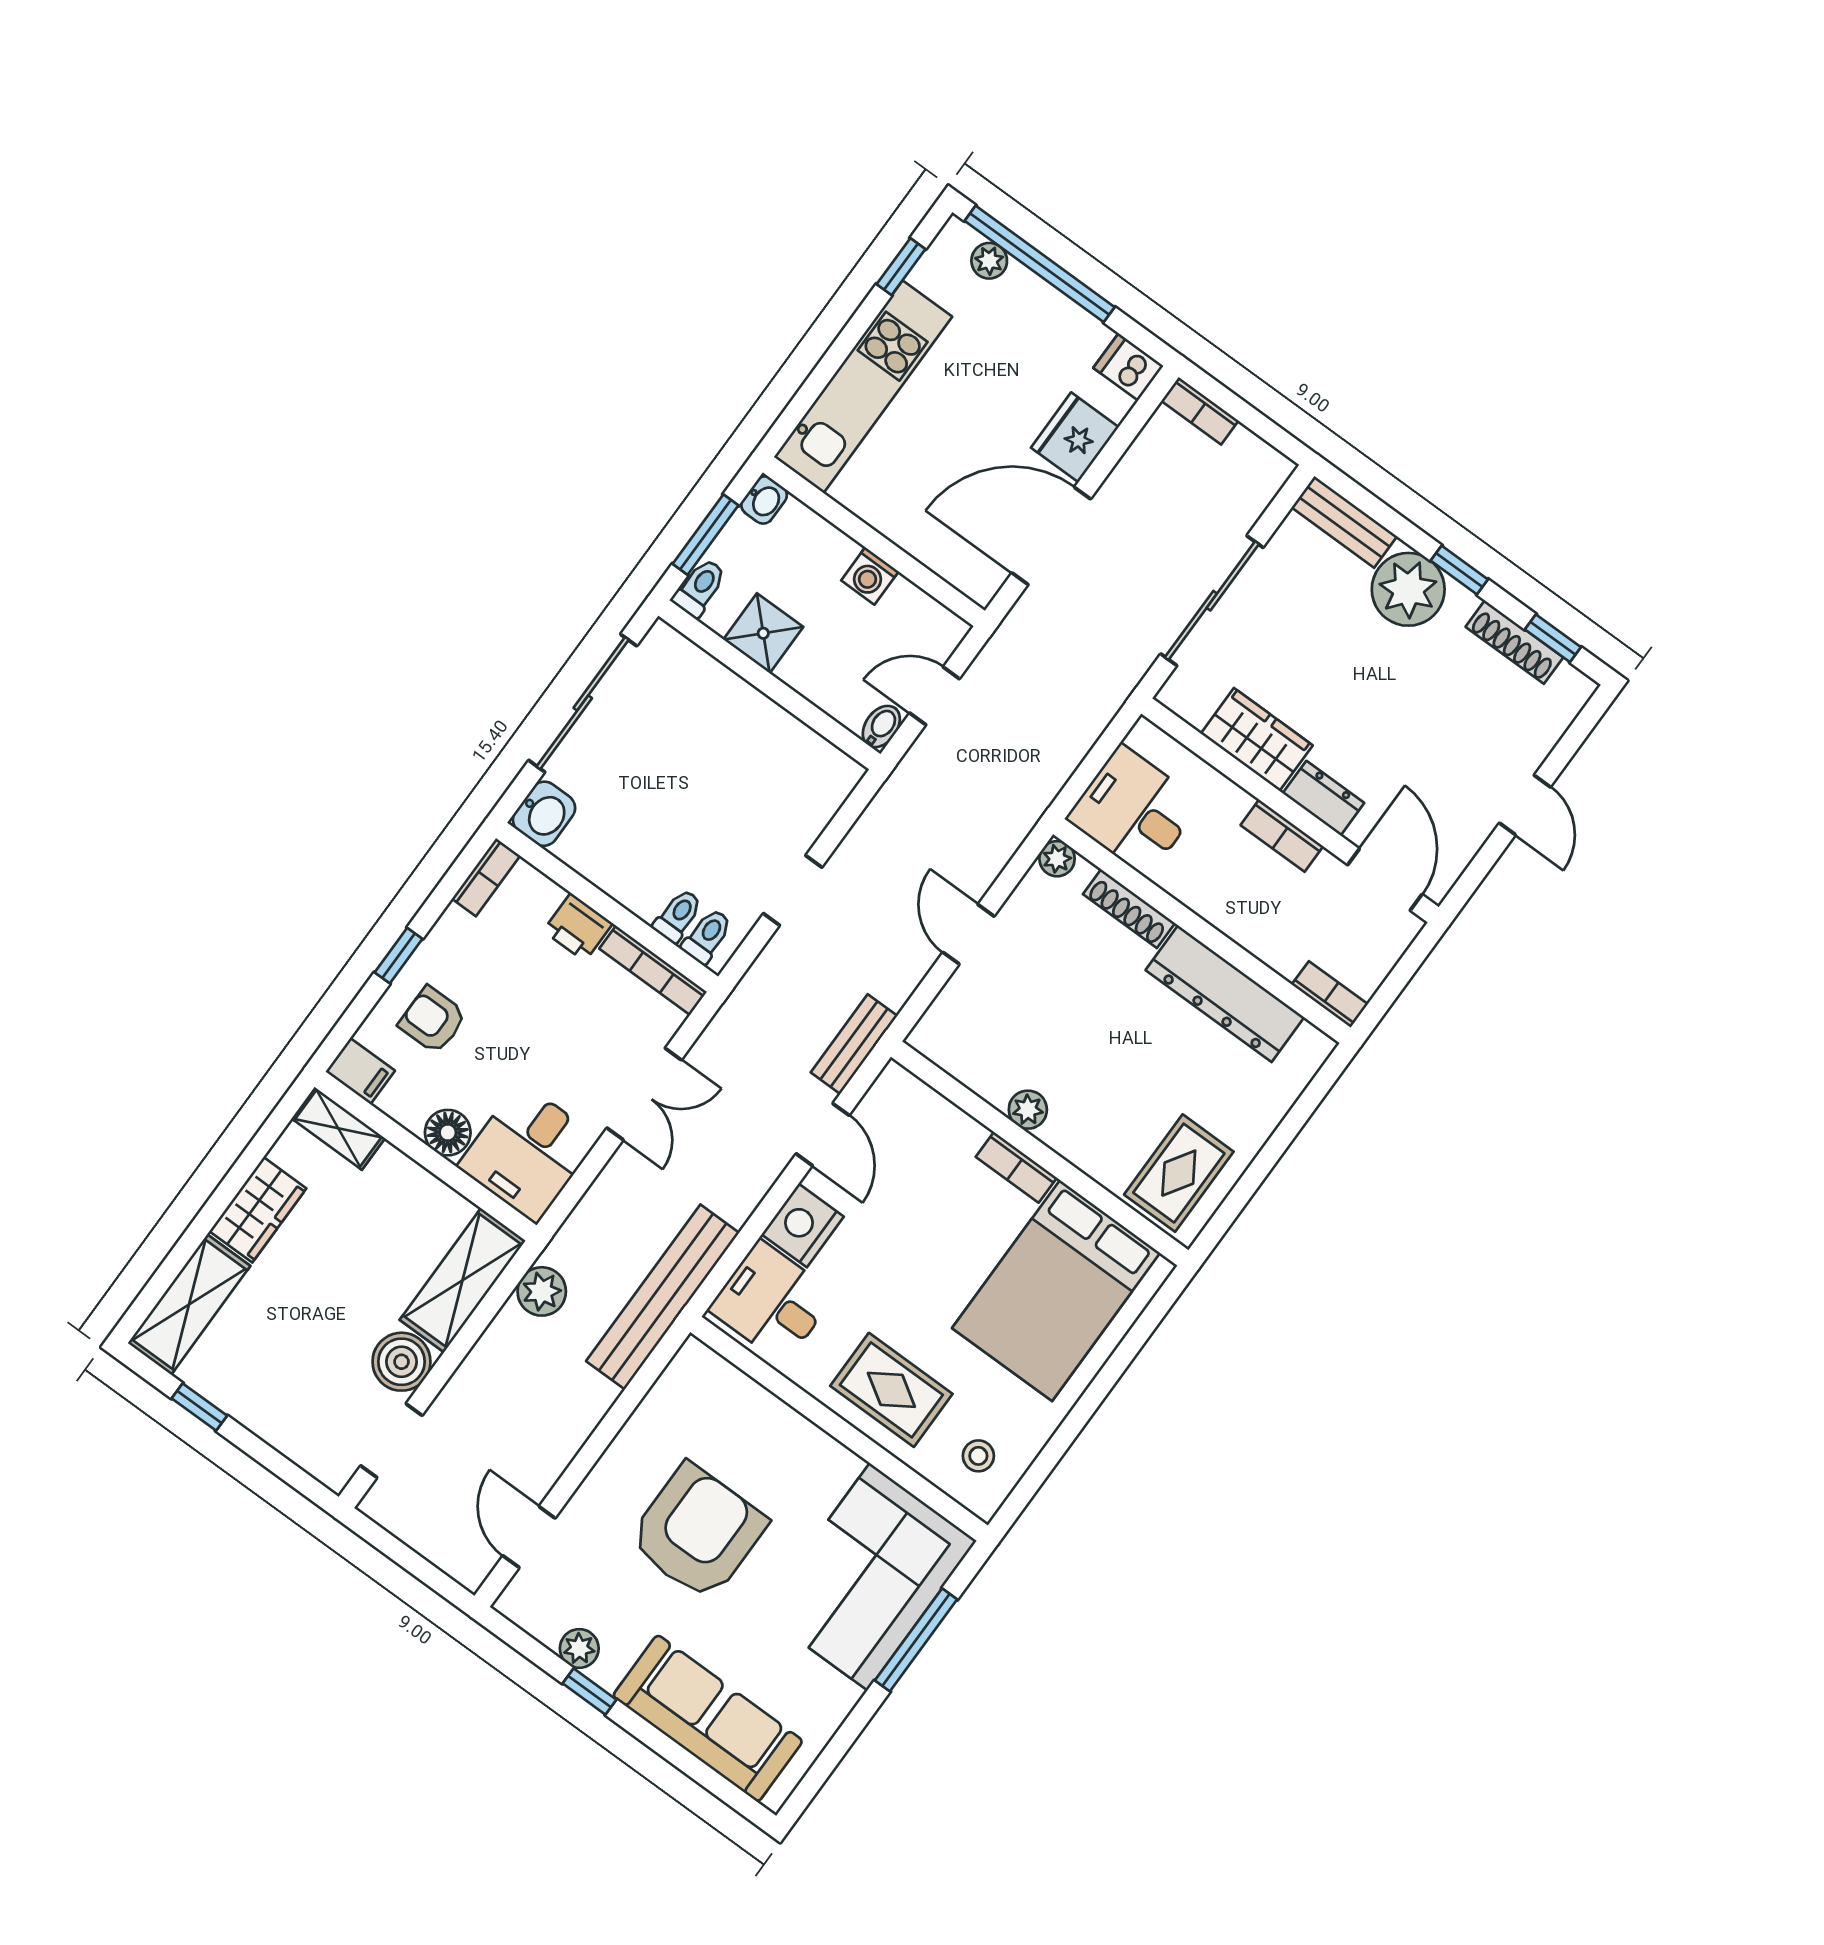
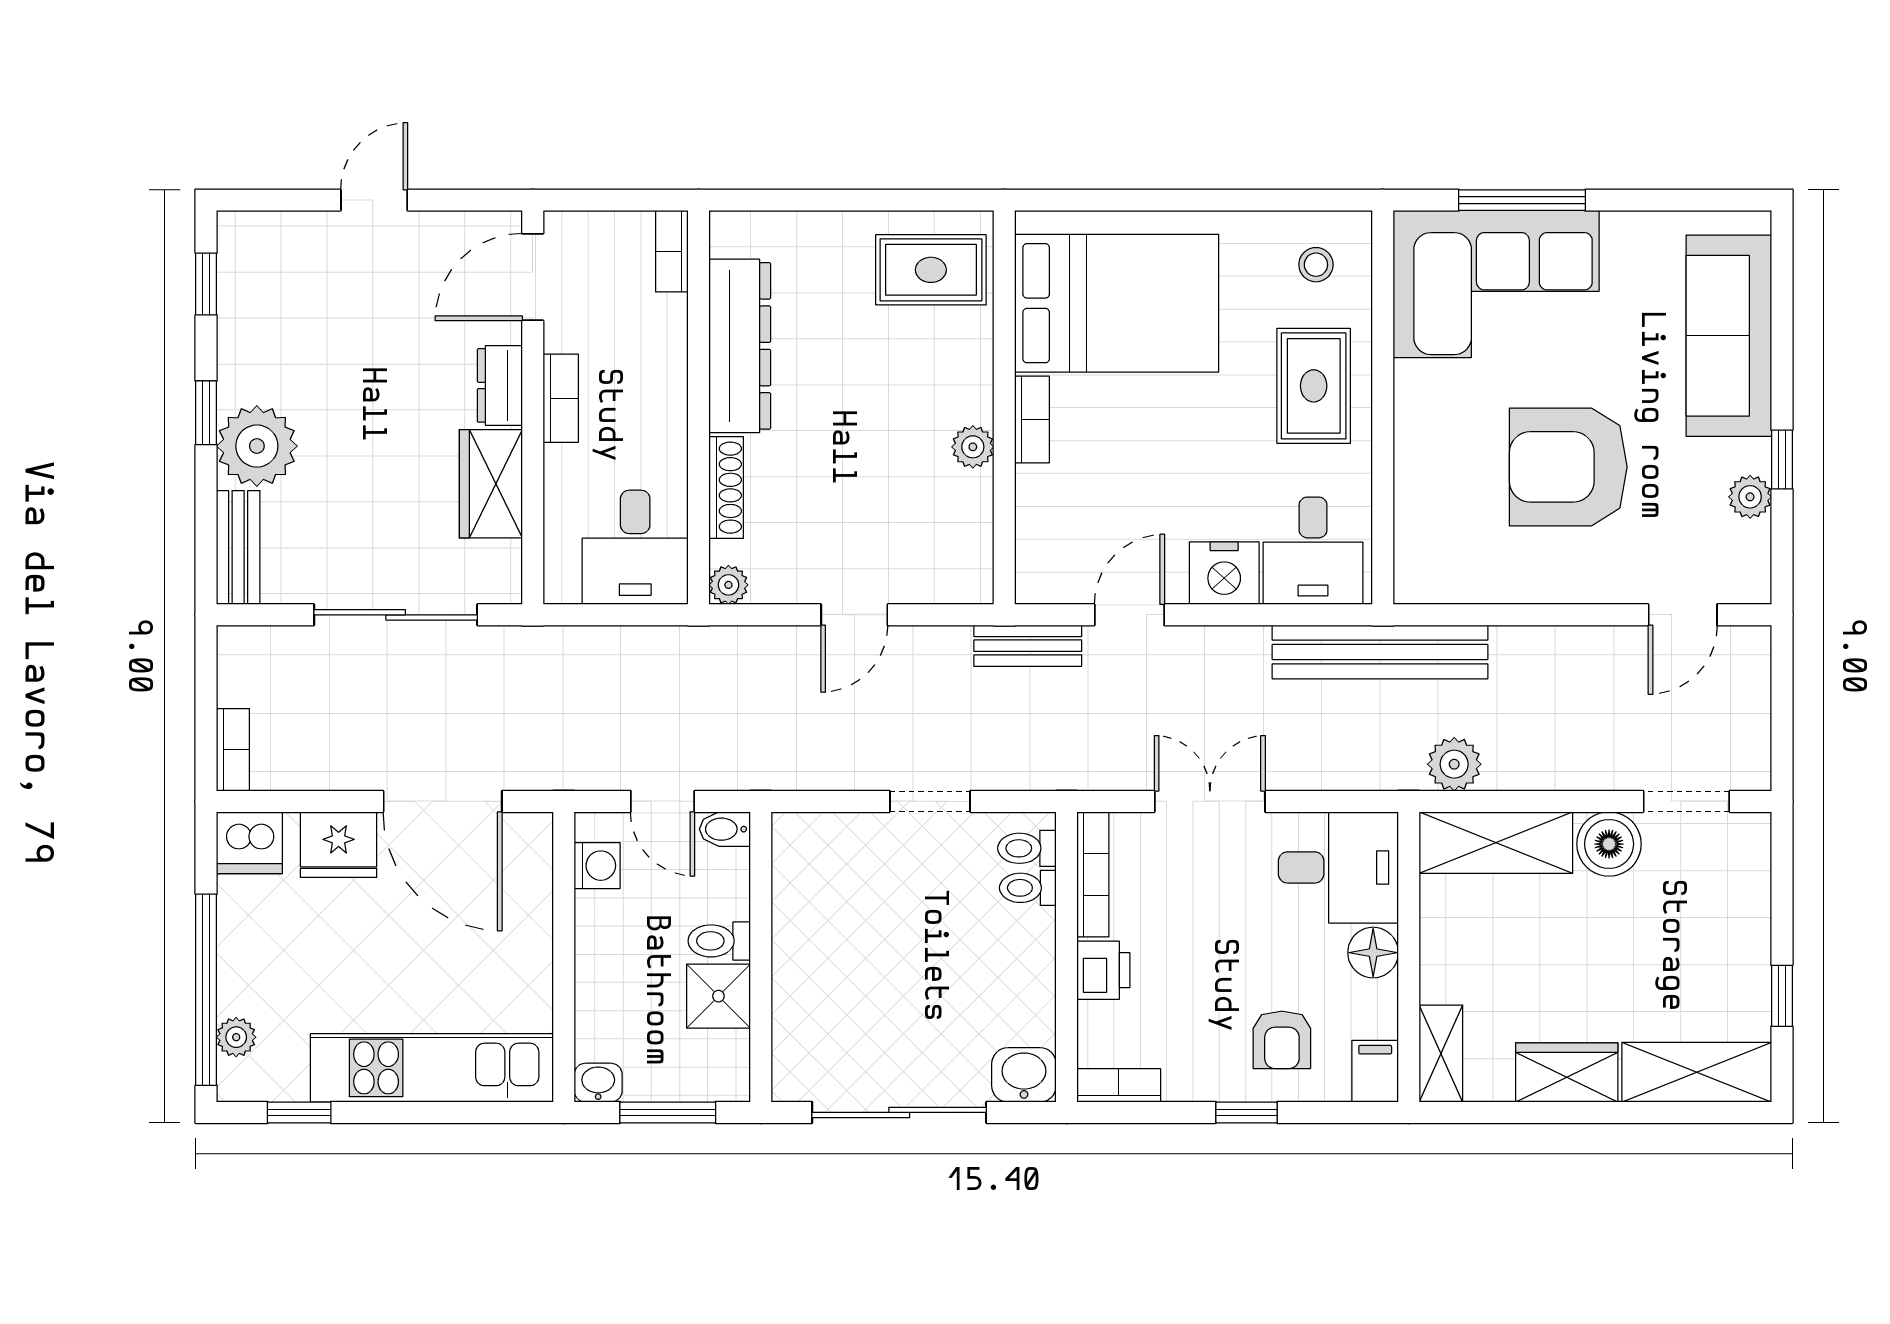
dishwasher: (1128, 367) -> (249, 843), width x1.38
washing machine: (870, 576) -> (597, 866), moved
toilet: (700, 588) -> (719, 941), moved
shoe rack: (1514, 642) -> (235, 316), removed

